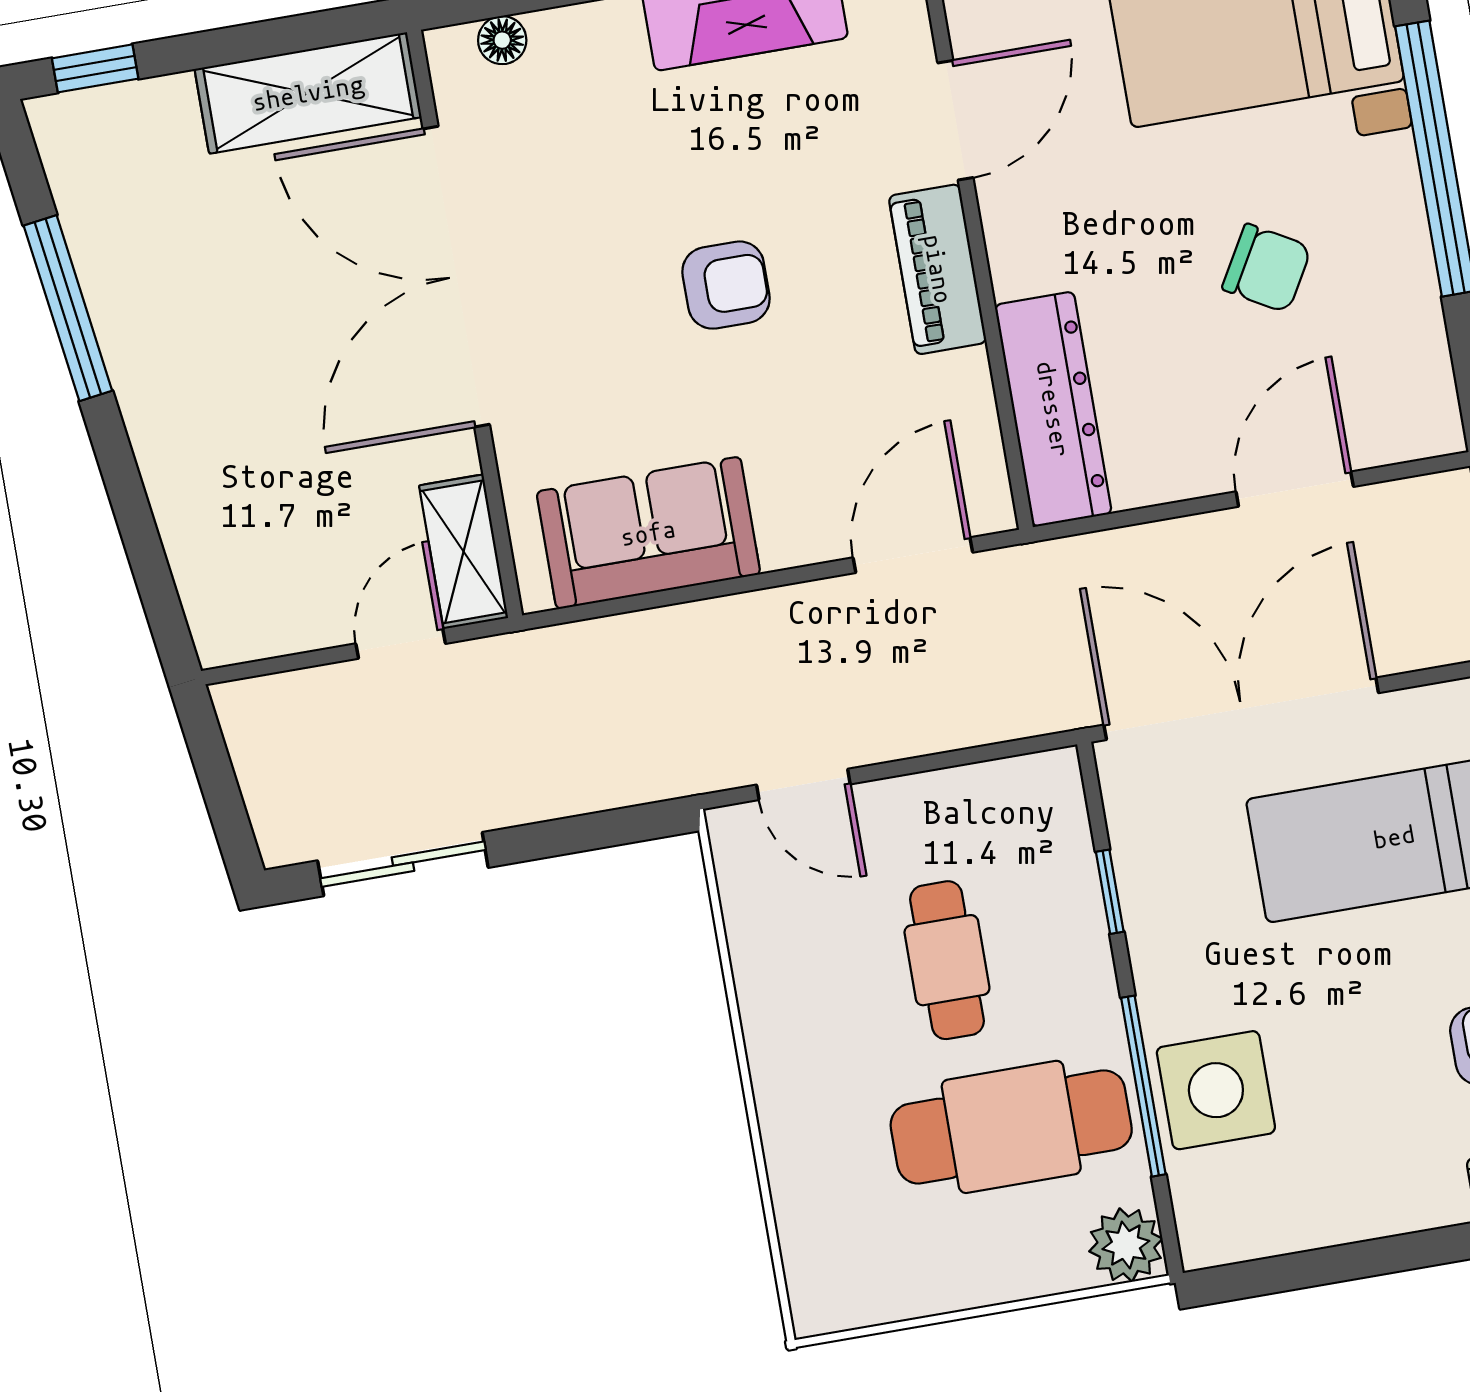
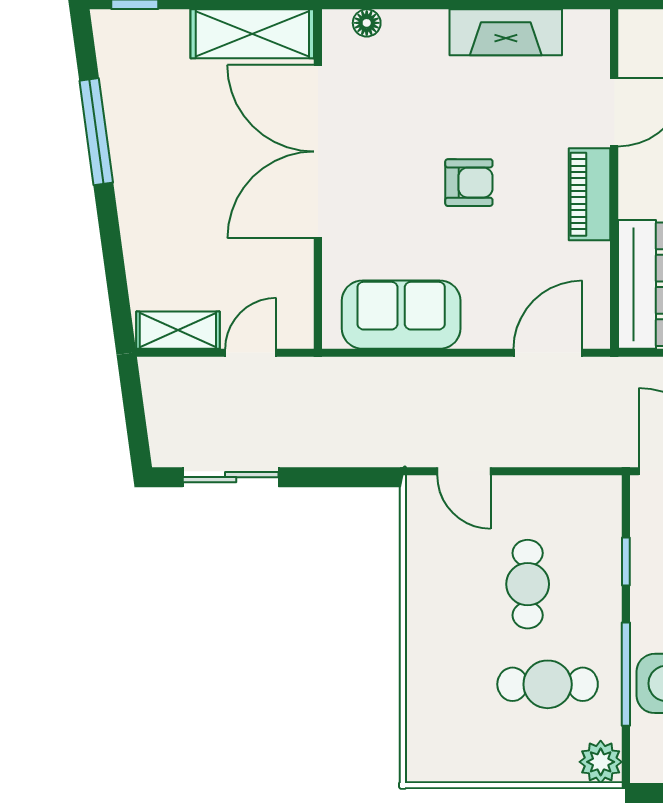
shelving: (464, 552) -> (178, 330), moved, turned 90
cafe table: (1011, 1127) -> (548, 684), width x0.73, depth x0.74

